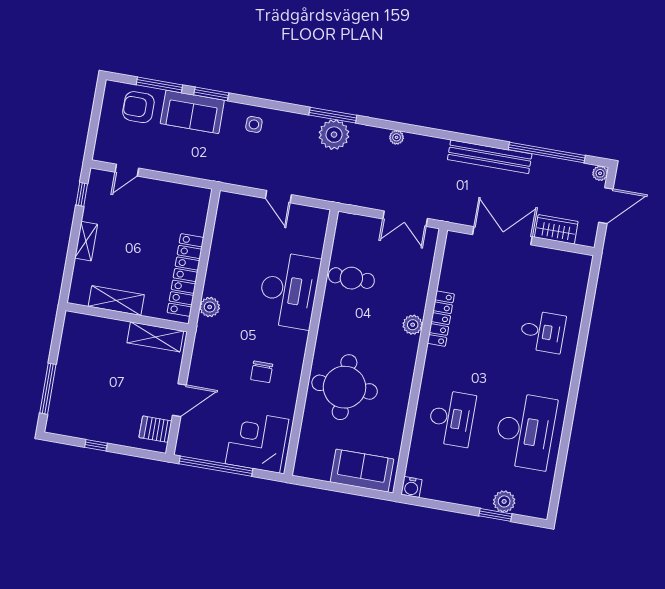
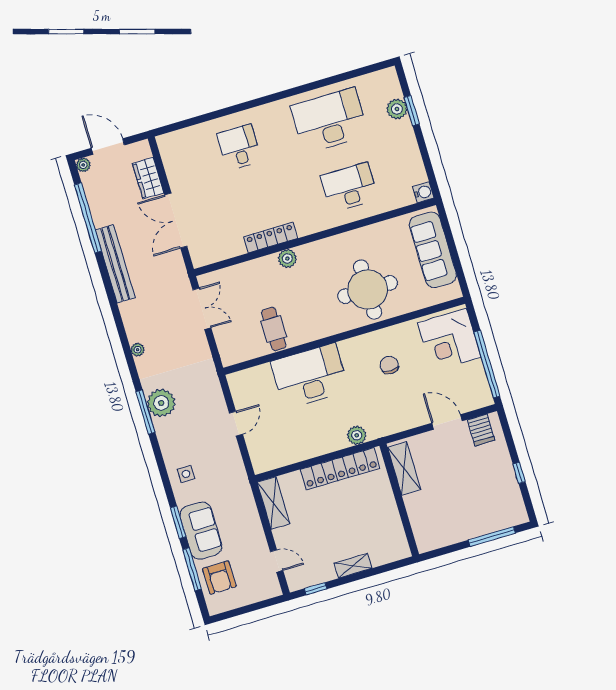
shelving: (116, 301) -> (273, 503), moved
chair: (262, 372) -> (389, 365), turned -90
sofa: (362, 471) -> (433, 250), width x1.36

